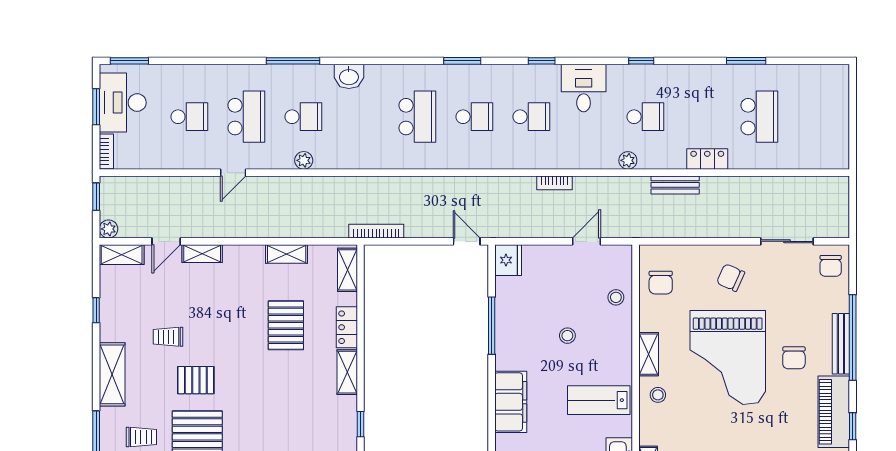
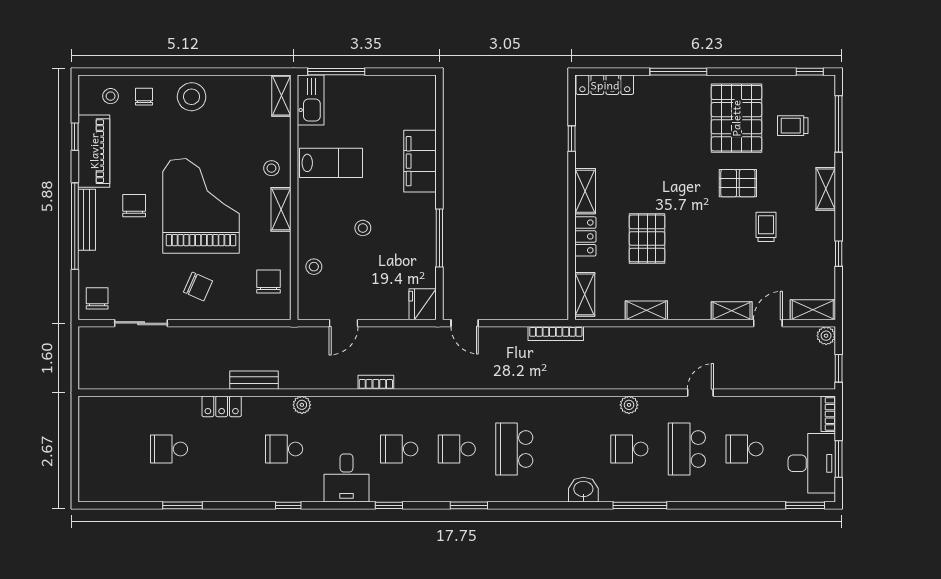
school desk: (759, 117) -> (169, 449), width x0.54
trolley: (168, 337) -> (766, 227), turned -90
shelving: (112, 374) -> (826, 189), width x0.67, depth x0.75

